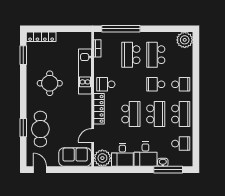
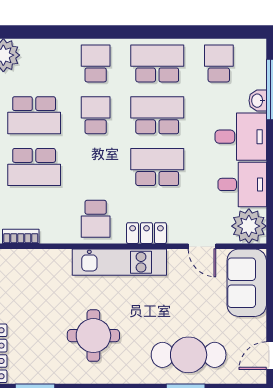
kitchen unit: (85, 72) -> (119, 262), moved
school desk: (156, 84) -> (96, 115), turned 180
locker: (99, 109) -> (146, 233), width x0.66

